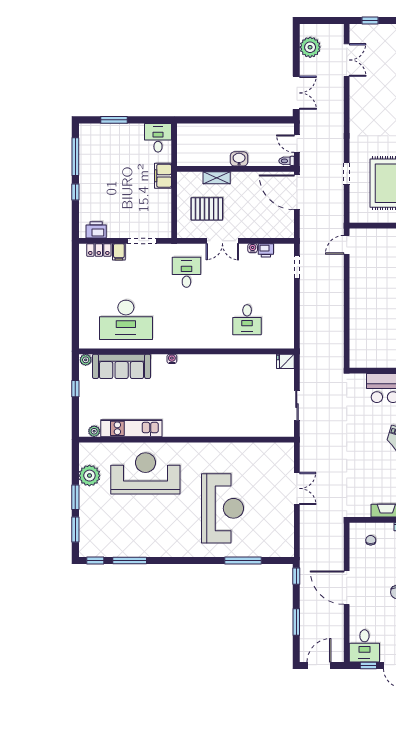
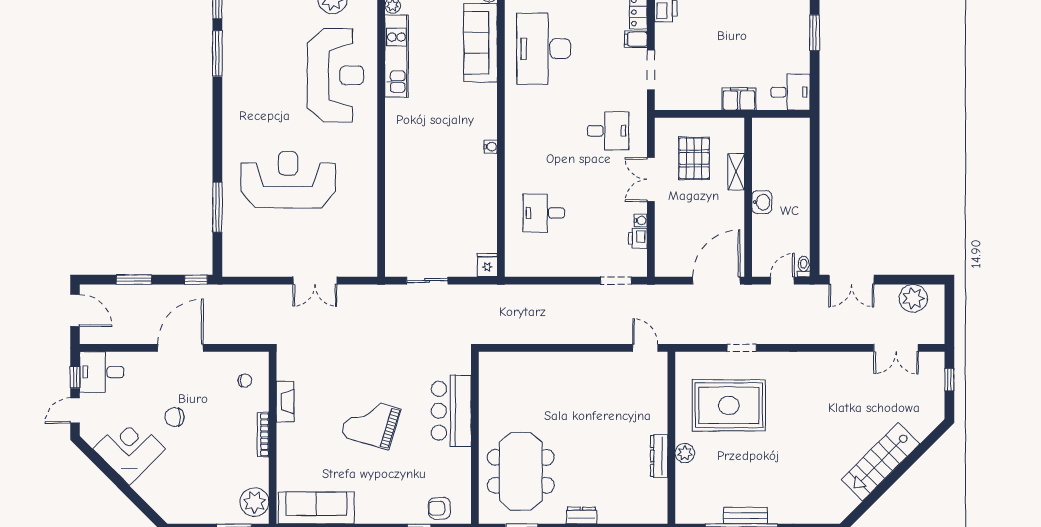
toilet: (287, 161) -> (804, 267), moved
water cooler: (172, 359) -> (491, 147), moved
reception desk: (223, 508) -> (288, 180), turned 180

